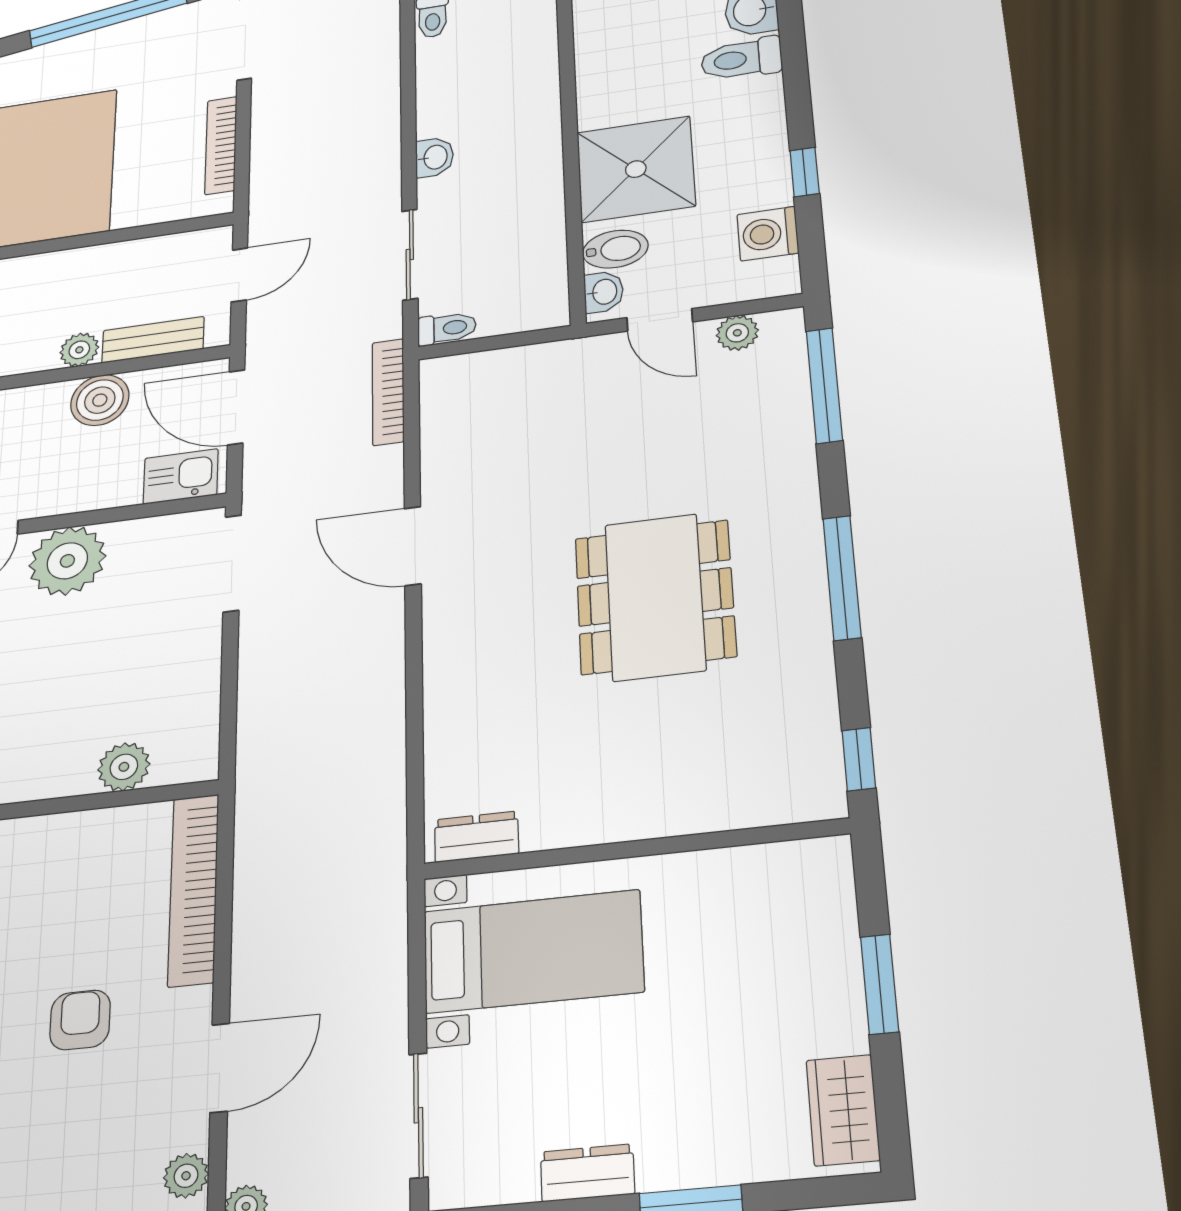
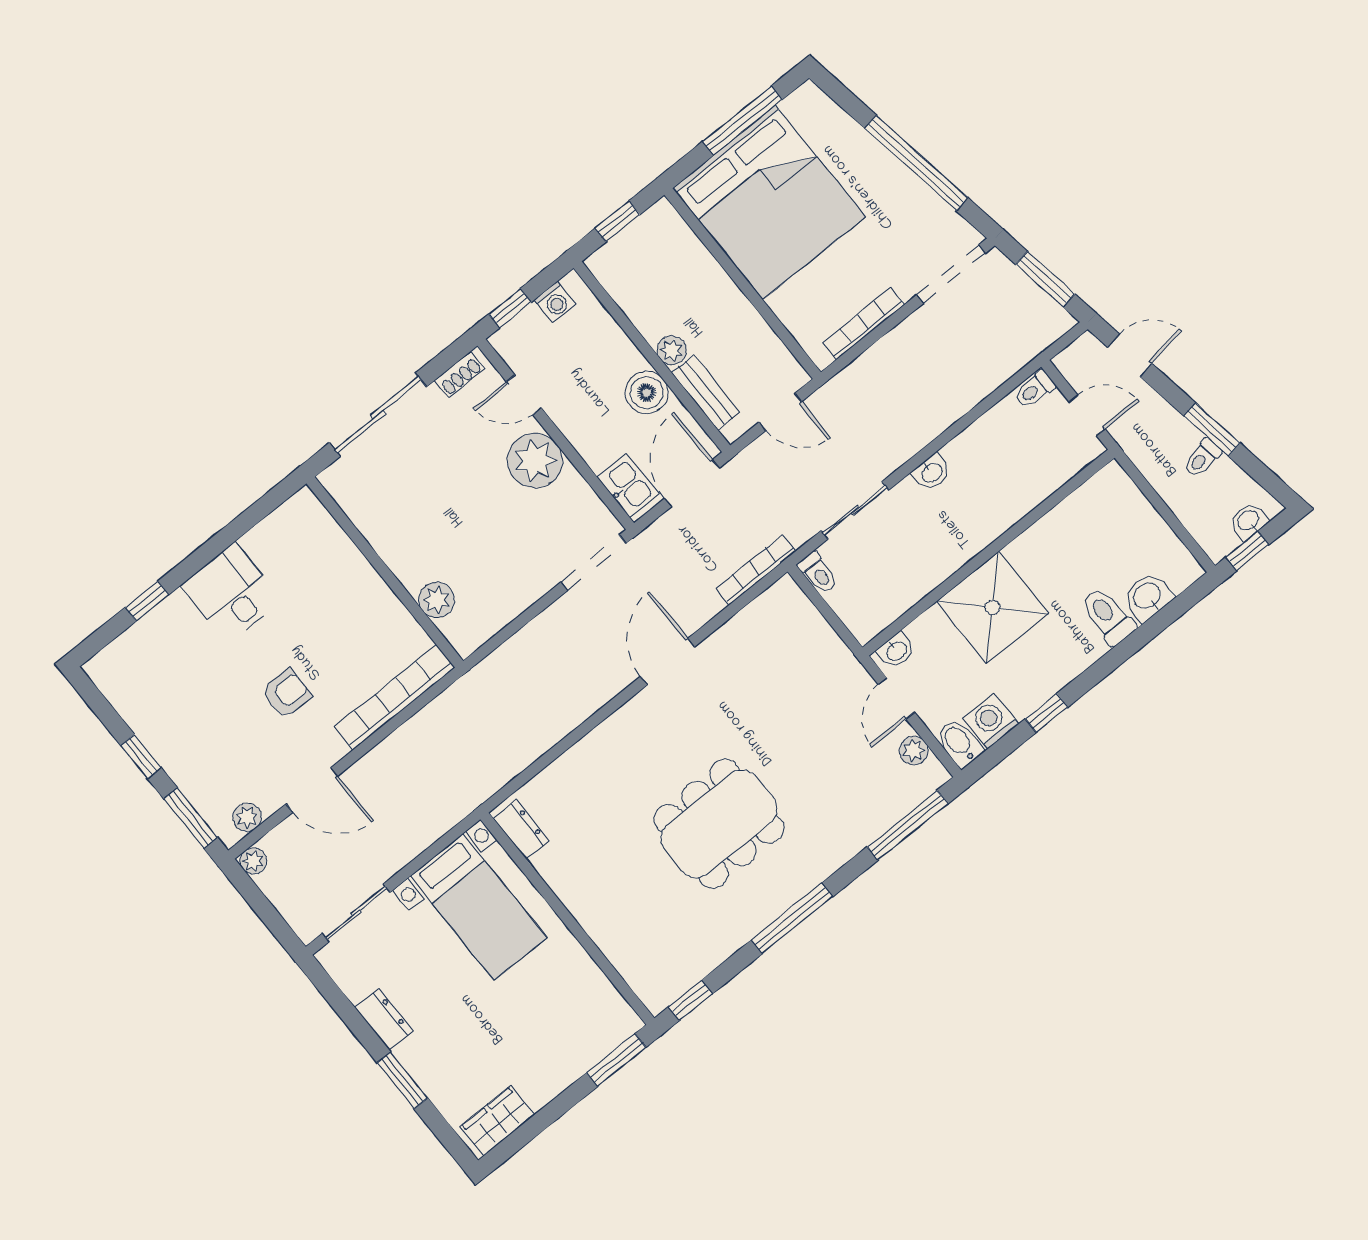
bidet: (615, 249) -> (959, 743), moved, turned 180
window: (880, 984) -> (616, 1060), moved

